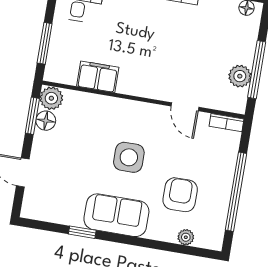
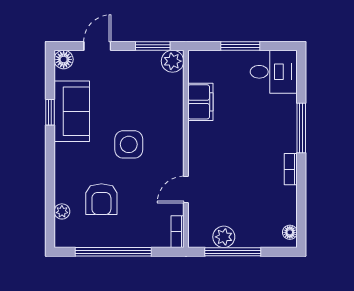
window: (45, 43) -> (240, 46), moved
floor lamp: (46, 121) -> (64, 59), moved
armchair: (180, 195) -> (101, 199), turned 90
sofa: (116, 215) -> (72, 111), moved

